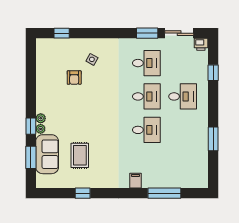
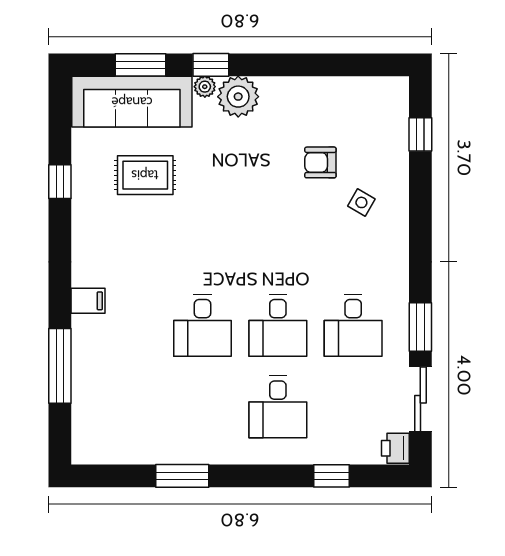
plant: (41, 118) -> (238, 97), width x1.88, depth x1.88
sofa: (47, 154) -> (132, 102), width x1.36

